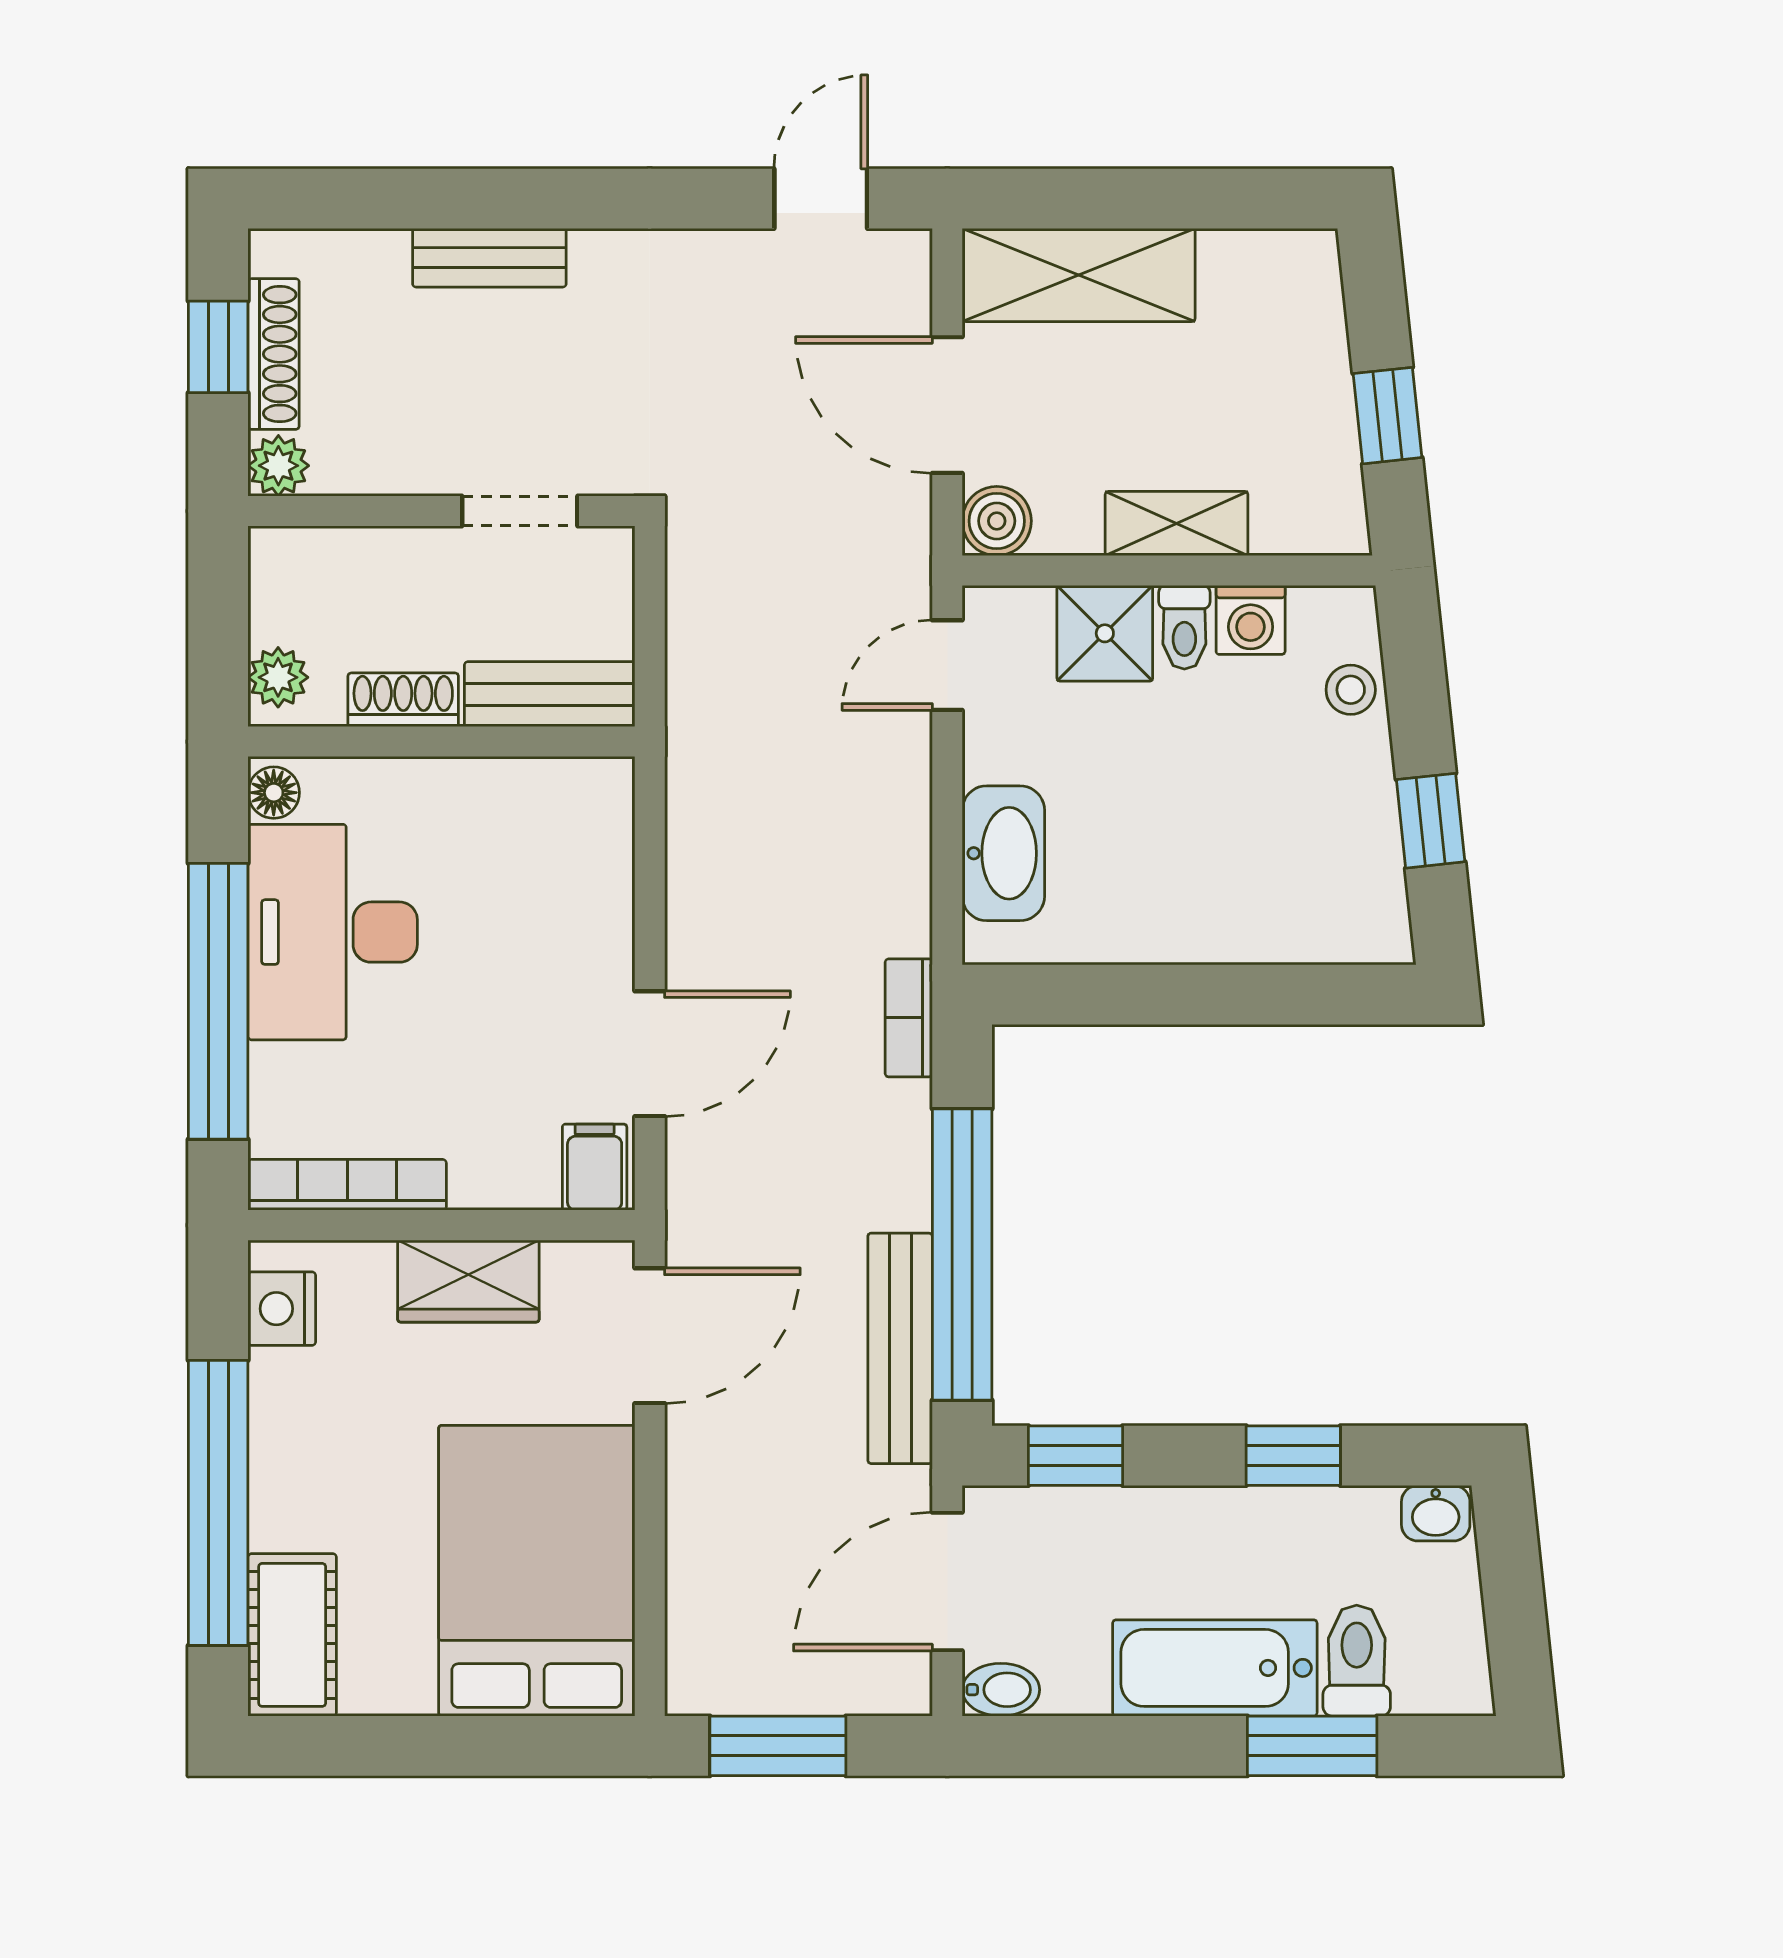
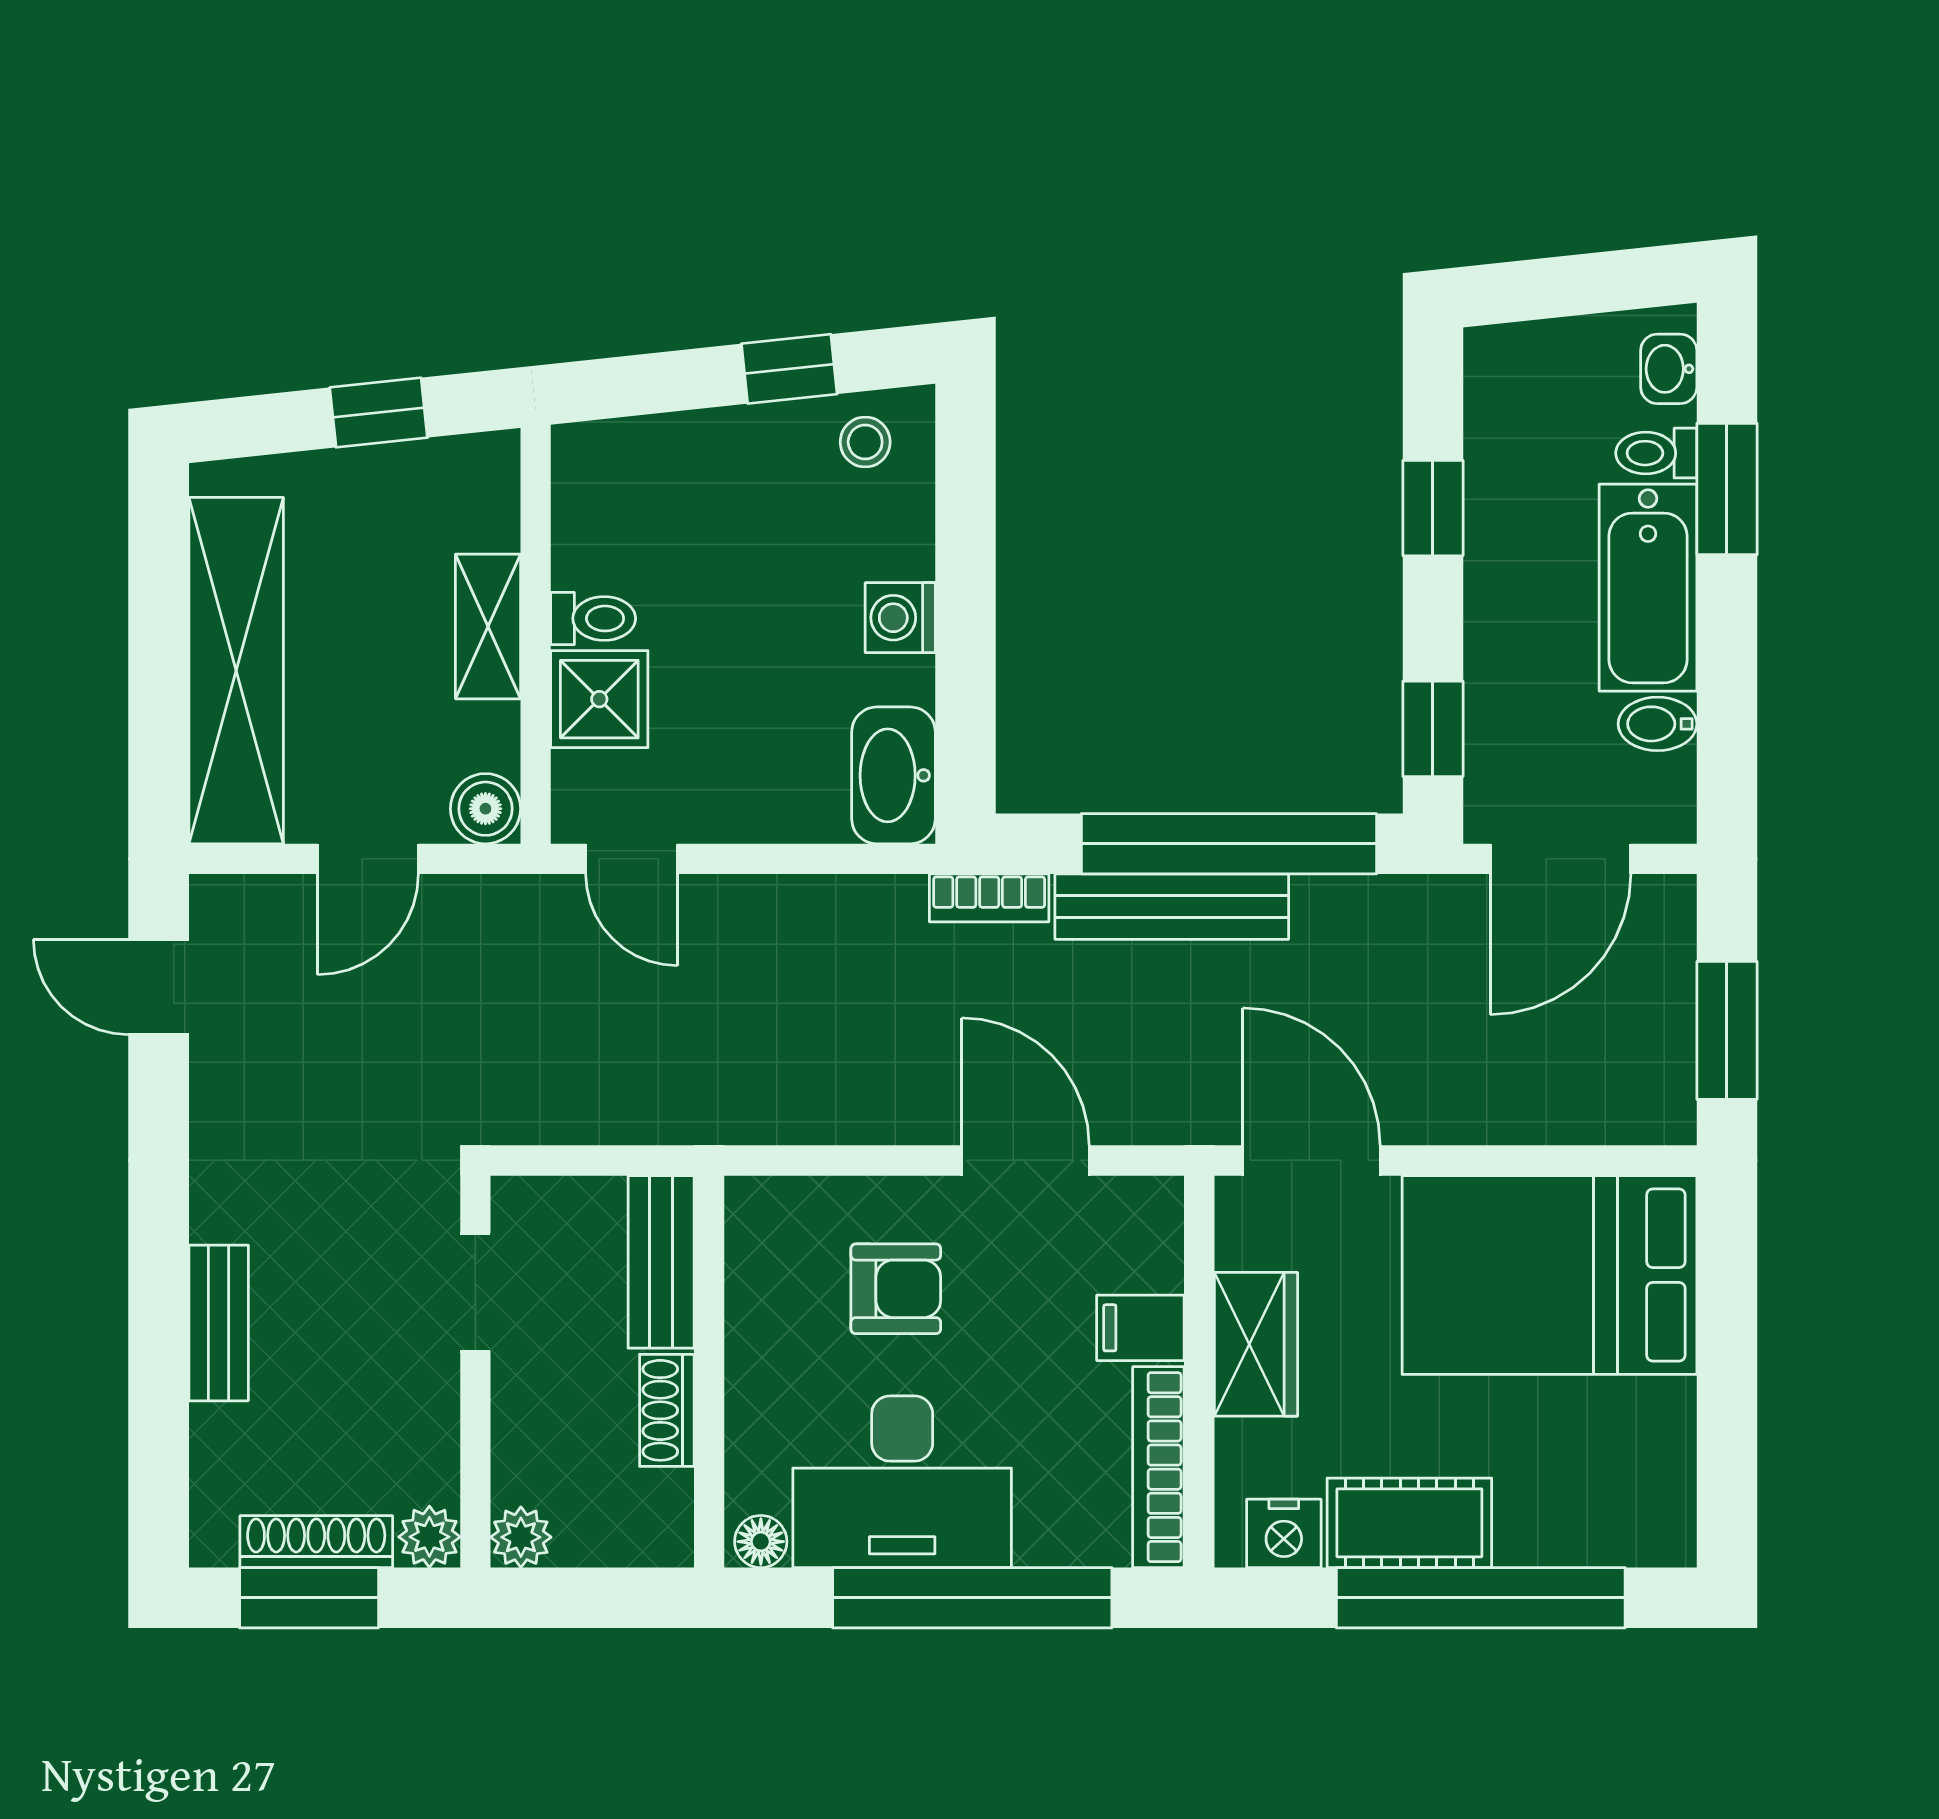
shelving: (1079, 275) -> (236, 671), width x1.47
window: (218, 347) -> (309, 1598), width x1.50
door: (947, 405) -> (368, 859), width x0.73
washing machine: (1251, 620) -> (900, 618), moved, turned 180
plant: (278, 677) -> (521, 1537), moved
stool: (1351, 690) -> (865, 442), moved
washbasin: (1003, 853) -> (893, 775), moved, turned -90
armchair: (523, 926) -> (896, 1289), added
filing cabinet: (595, 1167) -> (1140, 1328), moved
bench: (900, 1348) -> (1172, 907), moved
washbasin: (1436, 1513) -> (1669, 369), moved, turned 180
door: (947, 1582) -> (1560, 859), hinge flipped
cot: (292, 1635) -> (1409, 1523), moved
toilet: (1357, 1661) -> (1656, 453), width x0.73, depth x0.72
bidet: (1001, 1690) -> (1658, 724), moved, turned -90

